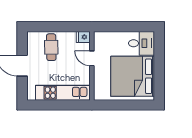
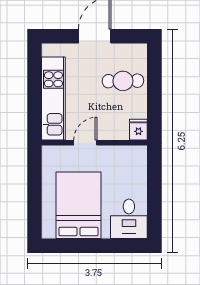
door: (92, 58) -> (85, 143), moved
bed: (133, 76) -> (79, 205), width x0.73

